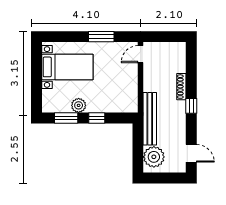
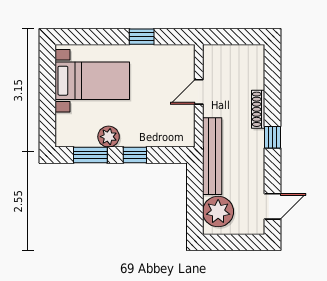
window: (101, 37) -> (142, 37), width x0.67
door: (141, 54) -> (199, 92), moved
door: (191, 153) -> (273, 206), hinge flipped

